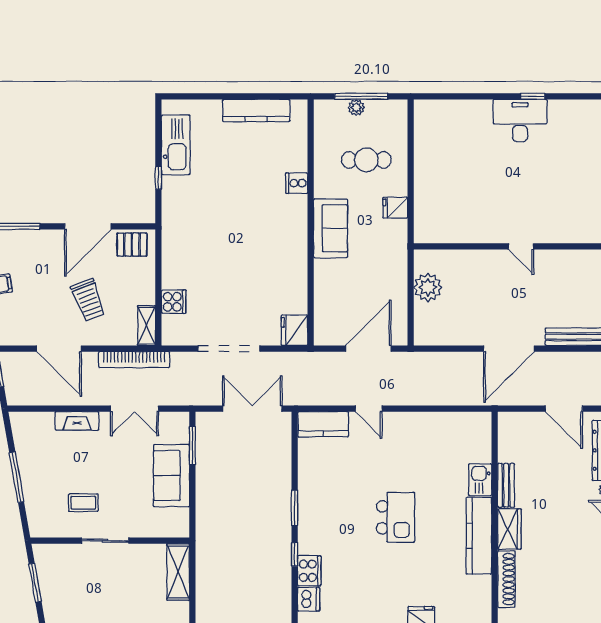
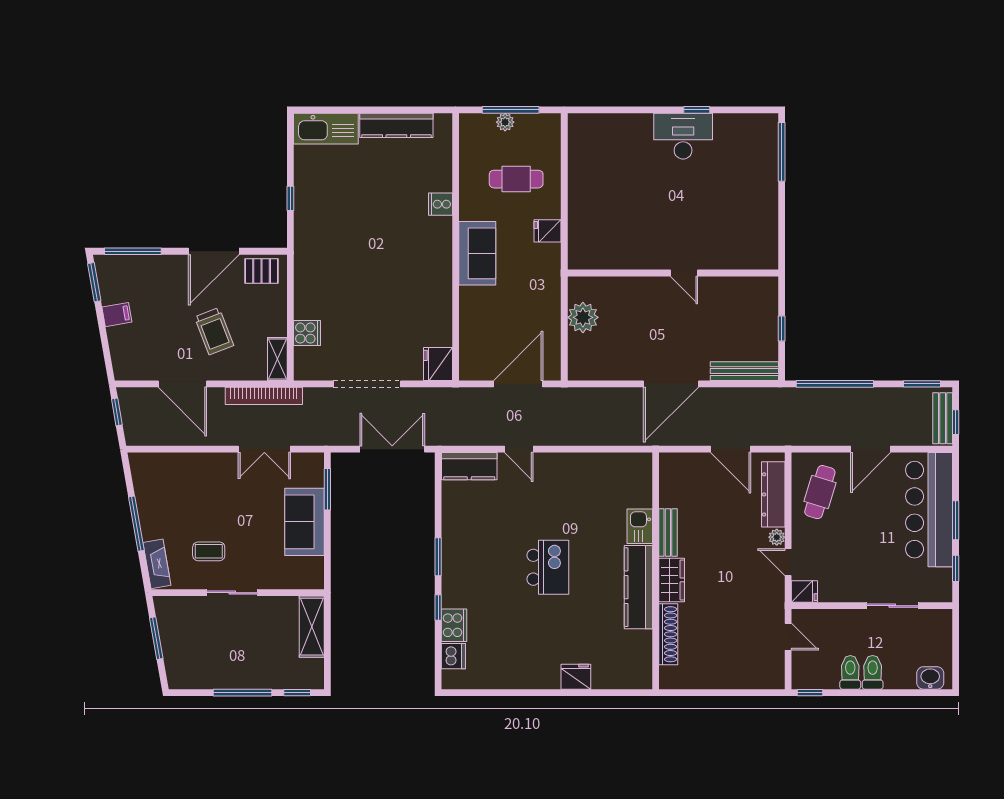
kitchen sink: (176, 145) -> (326, 129), moved, turned 90
fireplace: (77, 421) -> (157, 564), moved, turned -100

